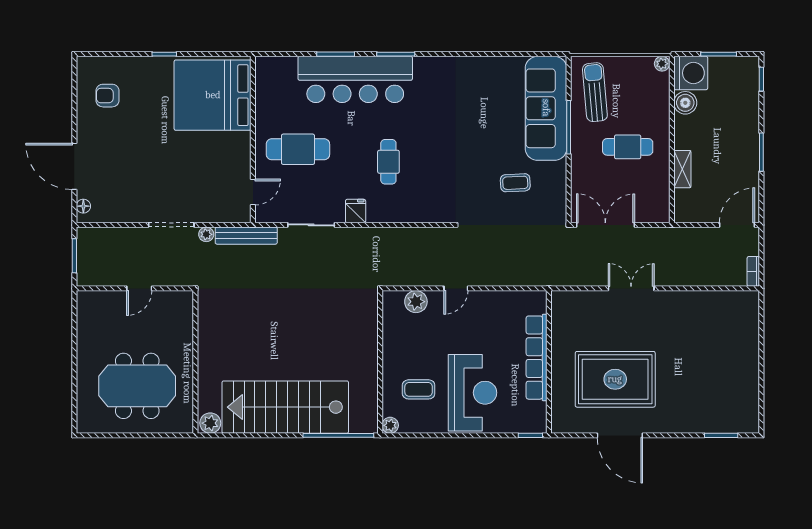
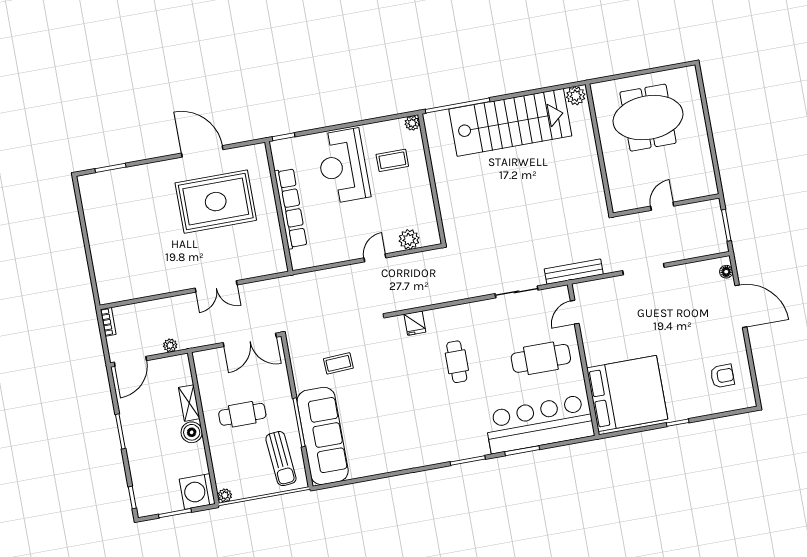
bar counter: (355, 79) -> (539, 424), moved
boiler: (685, 103) -> (192, 432), moved
fridge: (356, 211) -> (415, 323), moved
plant: (206, 234) -> (170, 345), moved

